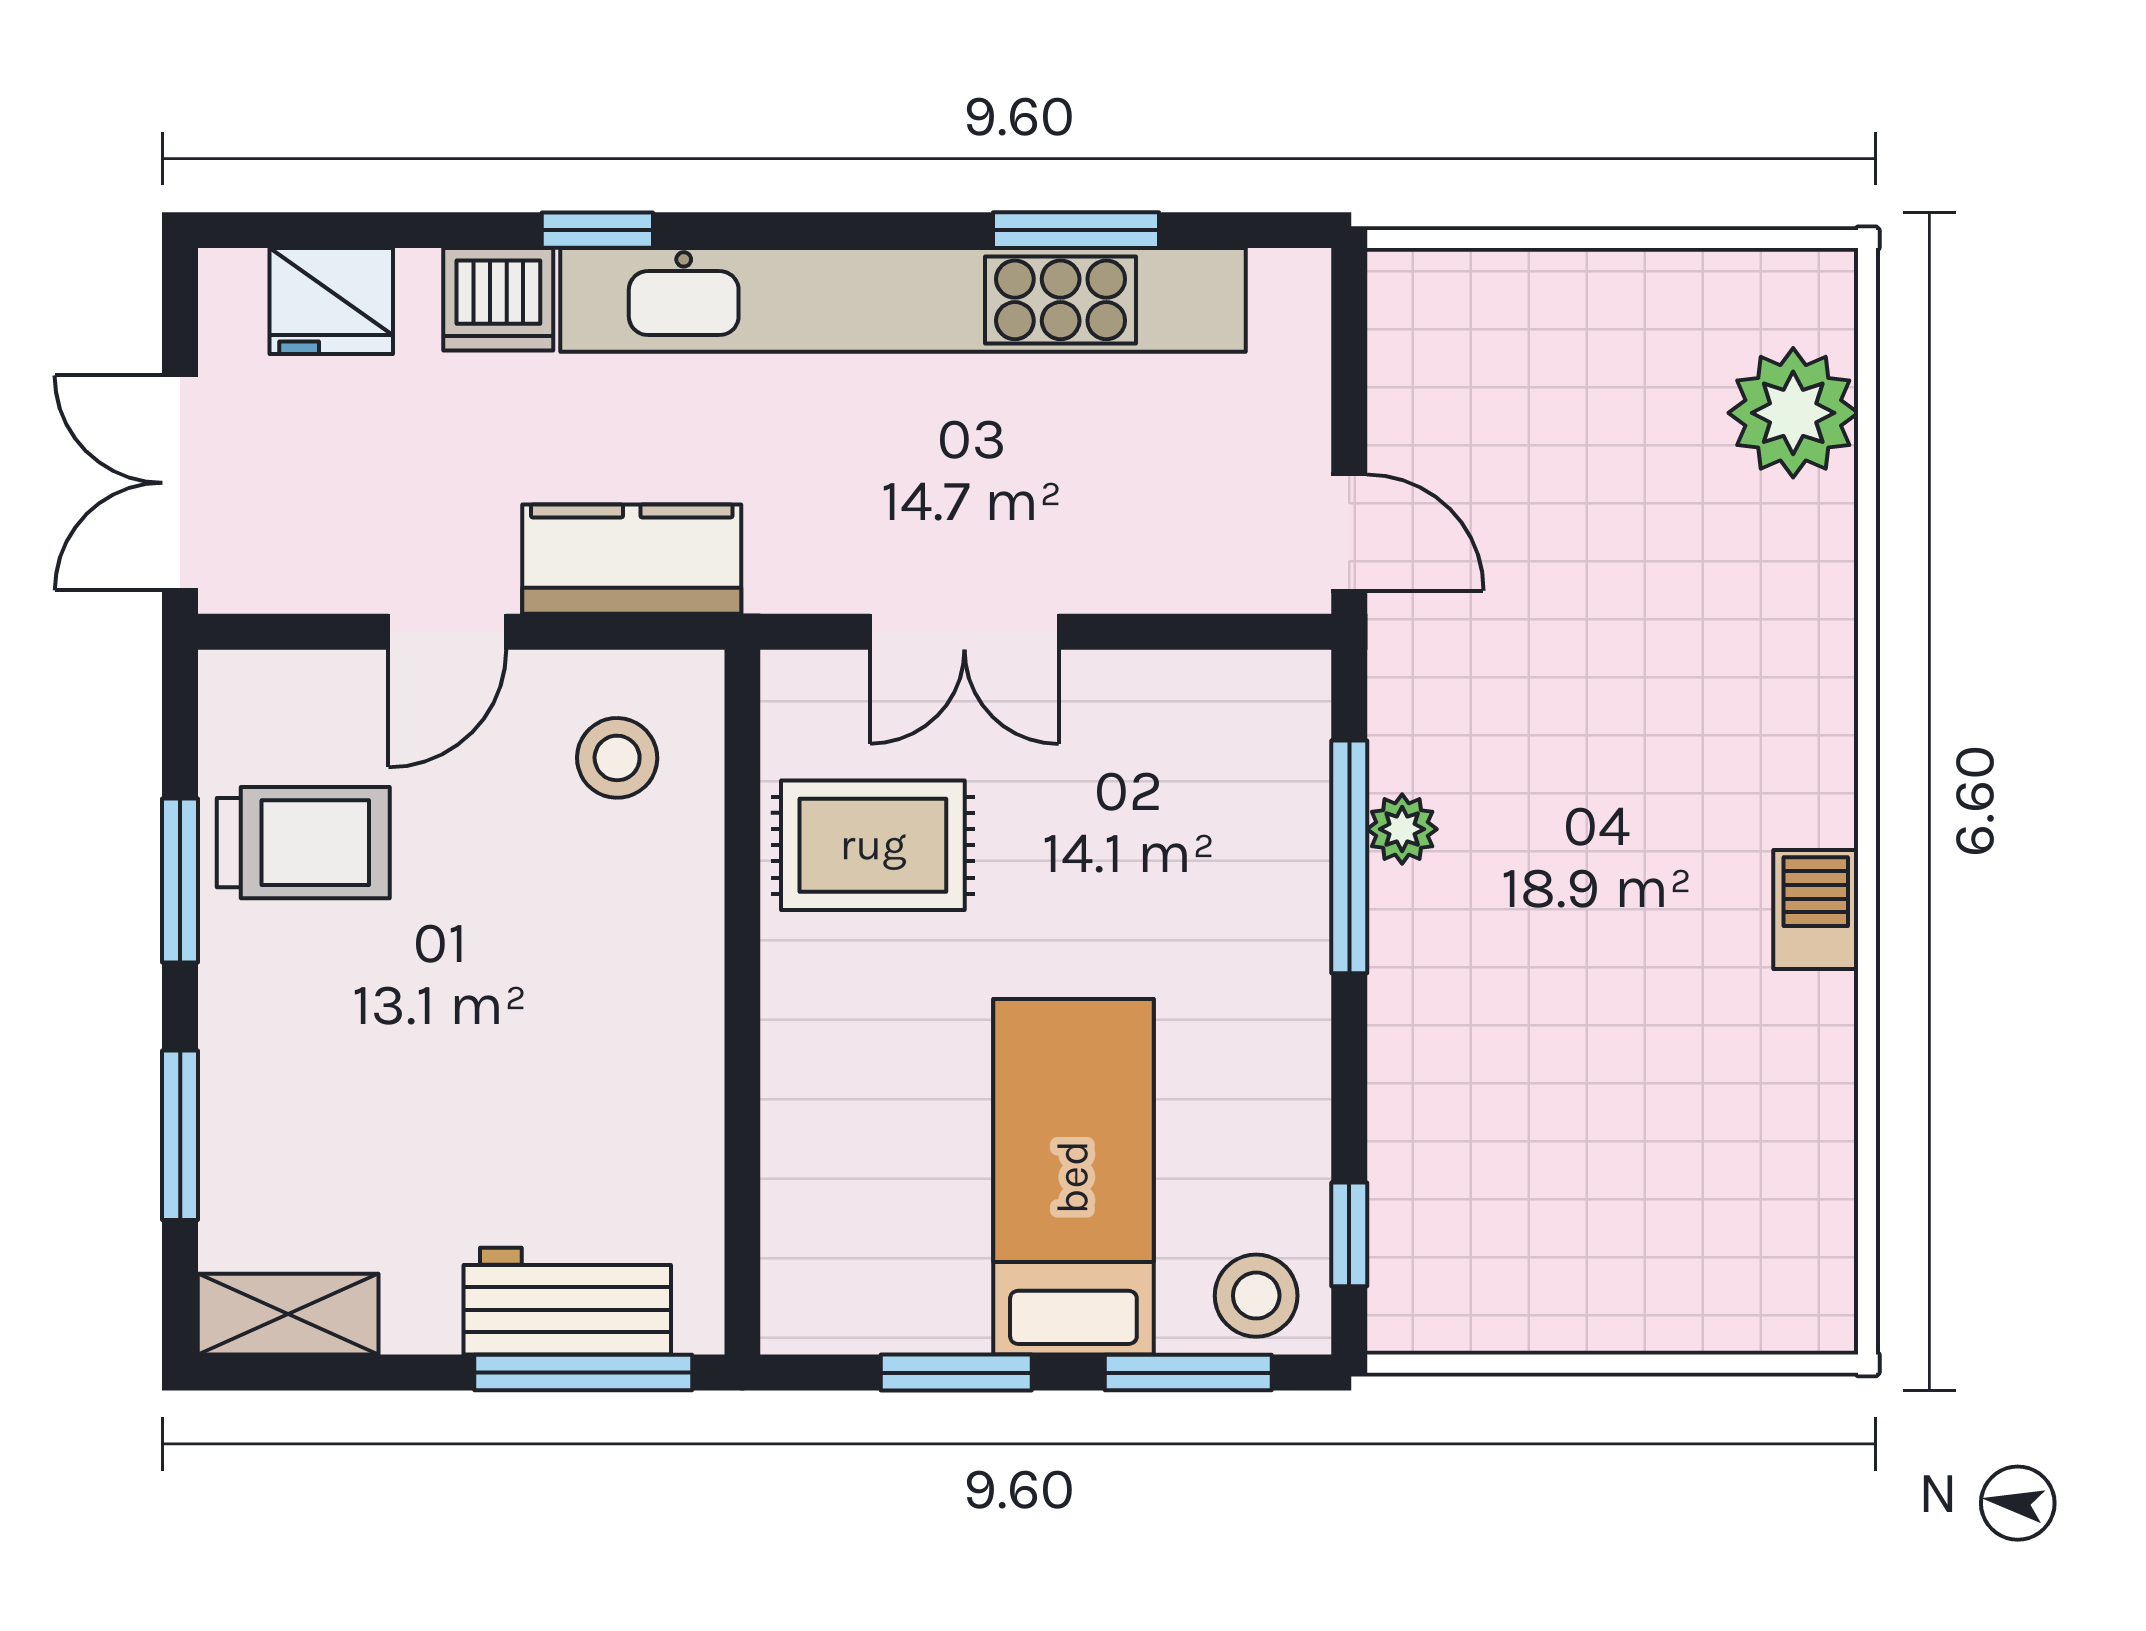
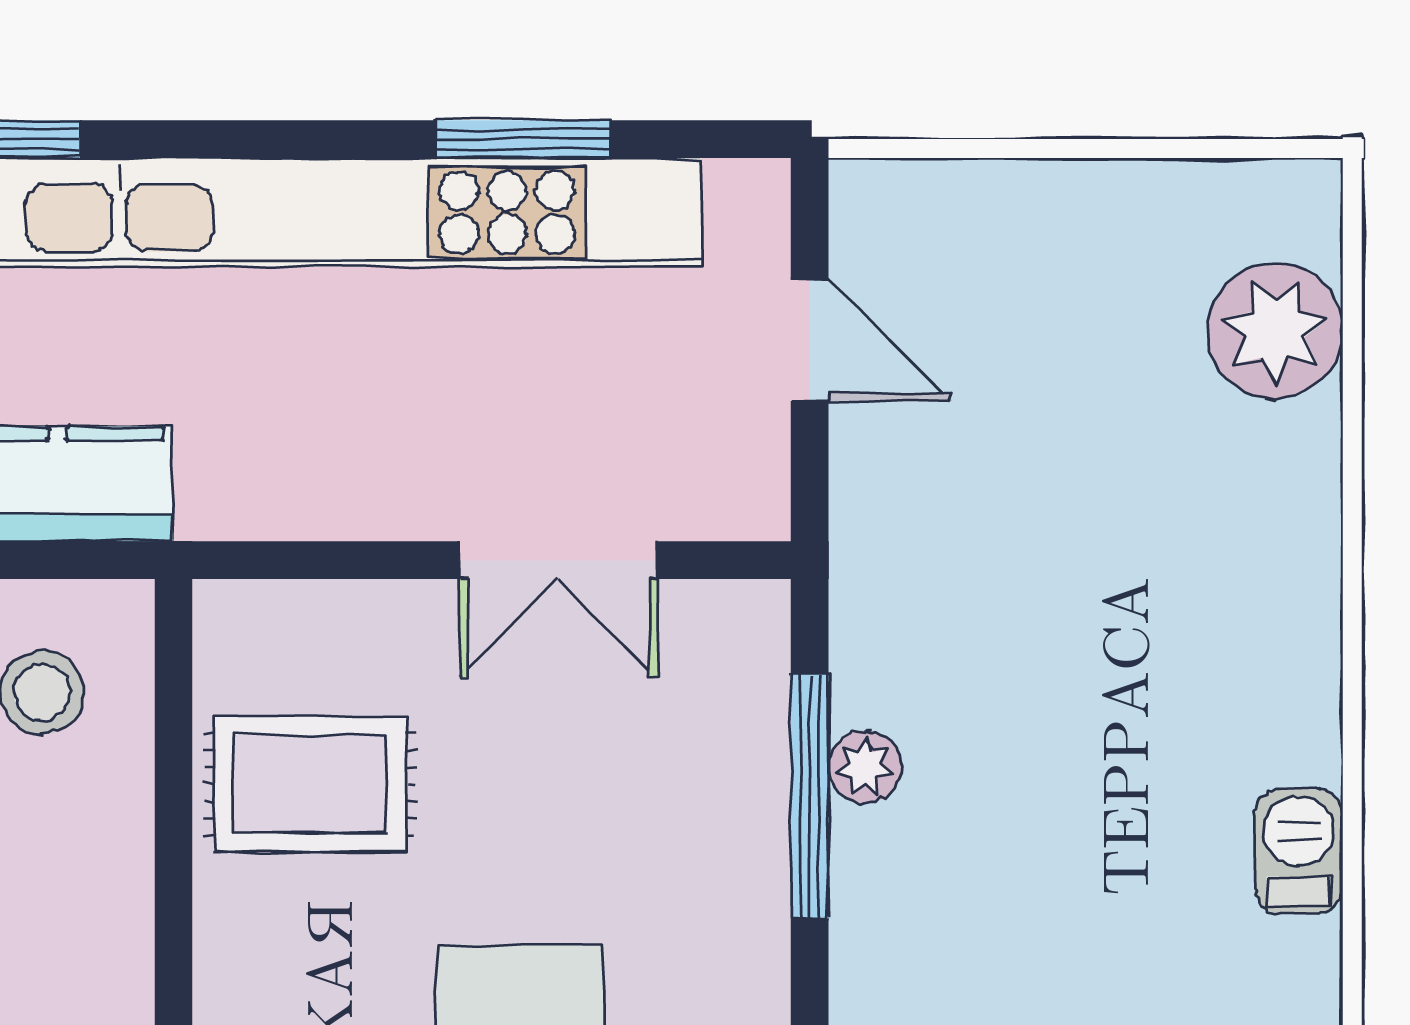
door: (1349, 533) -> (810, 340), moved
double door: (964, 632) -> (559, 560), moved

